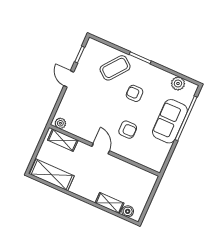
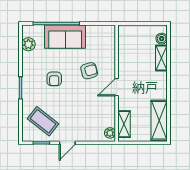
coffee table: (115, 68) -> (43, 121), moved
armchair: (128, 130) -> (89, 71), turned 74

